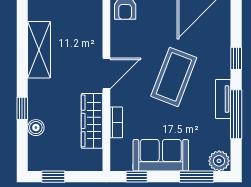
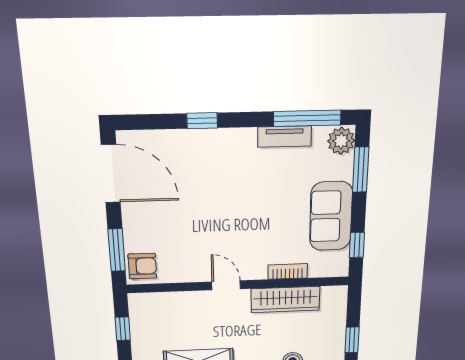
door: (106, 74) -> (226, 285), width x0.73
coffee table: (174, 77) -> (229, 203), removed
tv unit: (223, 99) -> (285, 137), moved
window: (236, 114) -> (307, 118), moved

